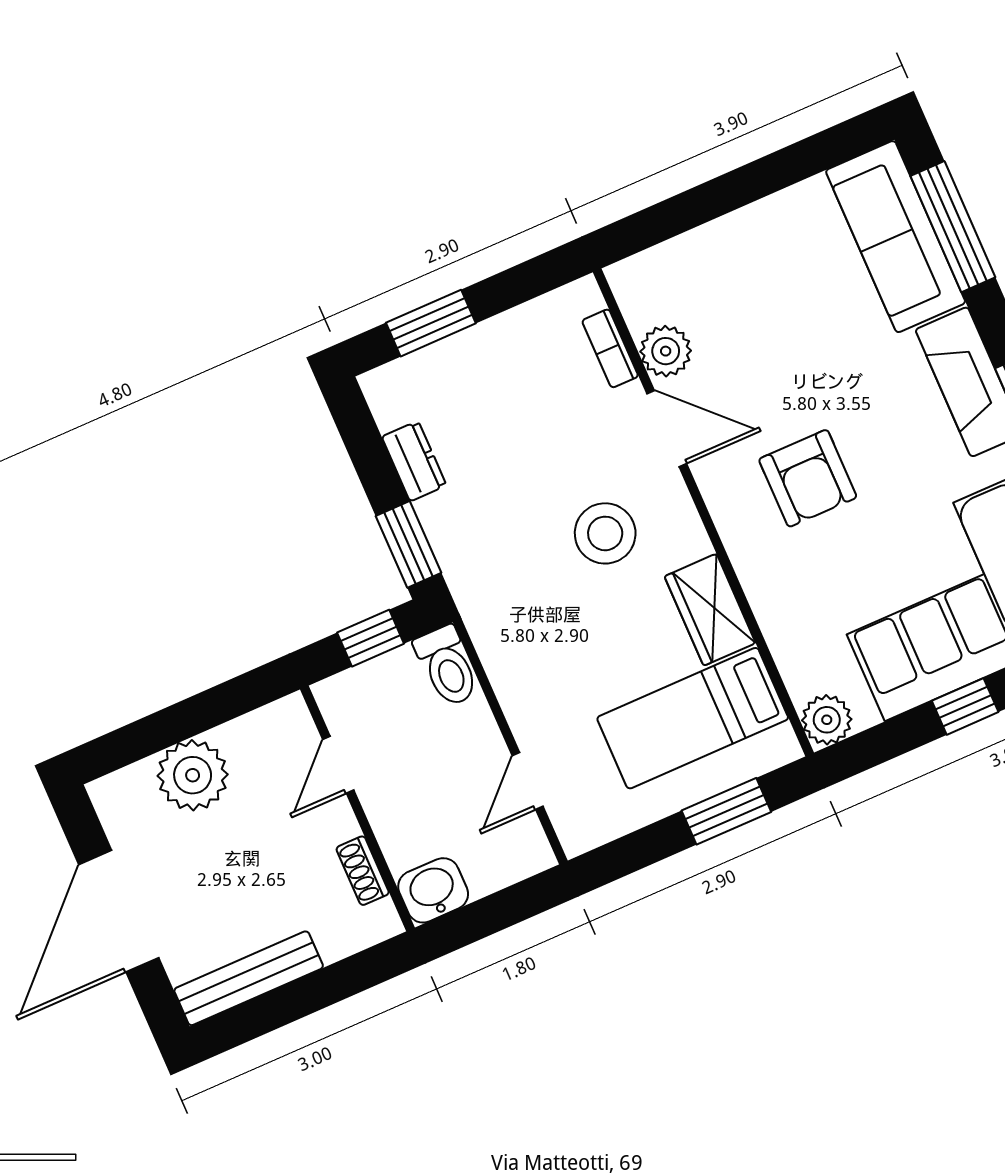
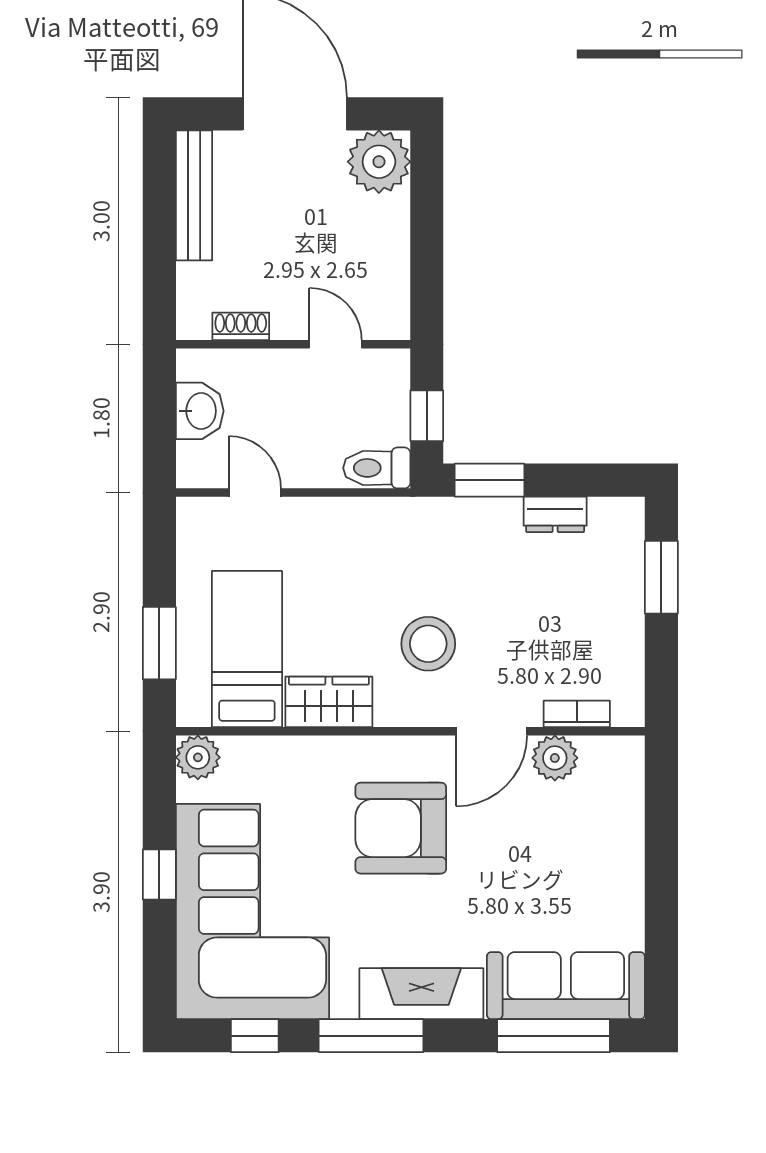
armchair: (808, 478) -> (401, 828), width x1.36, depth x1.36
plant: (193, 775) -> (379, 162), moved
washbasin: (433, 890) -> (200, 411), moved

